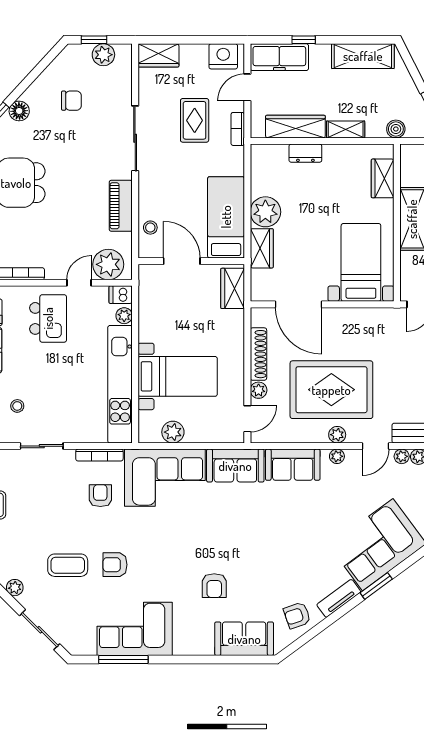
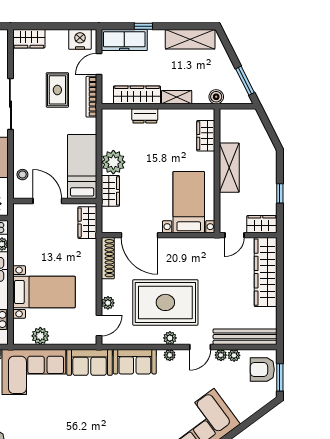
bookcase: (238, 129) -> (91, 97), width x1.56
shoe rack: (258, 354) -> (108, 258), moved

